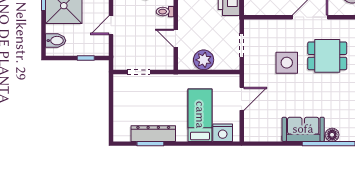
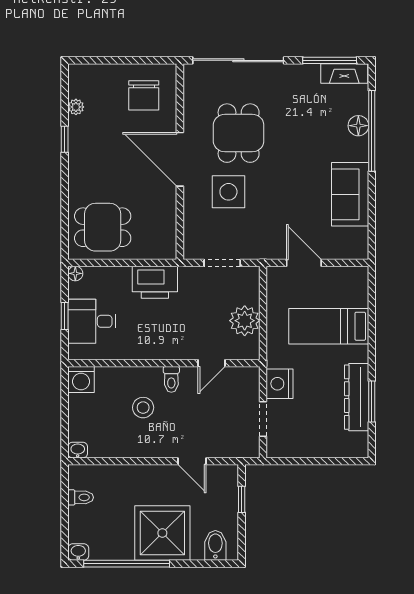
side table: (287, 63) -> (228, 192), moved
sofa: (303, 129) -> (350, 194), moved
nightstand: (223, 133) -> (279, 384), moved, turned 180

